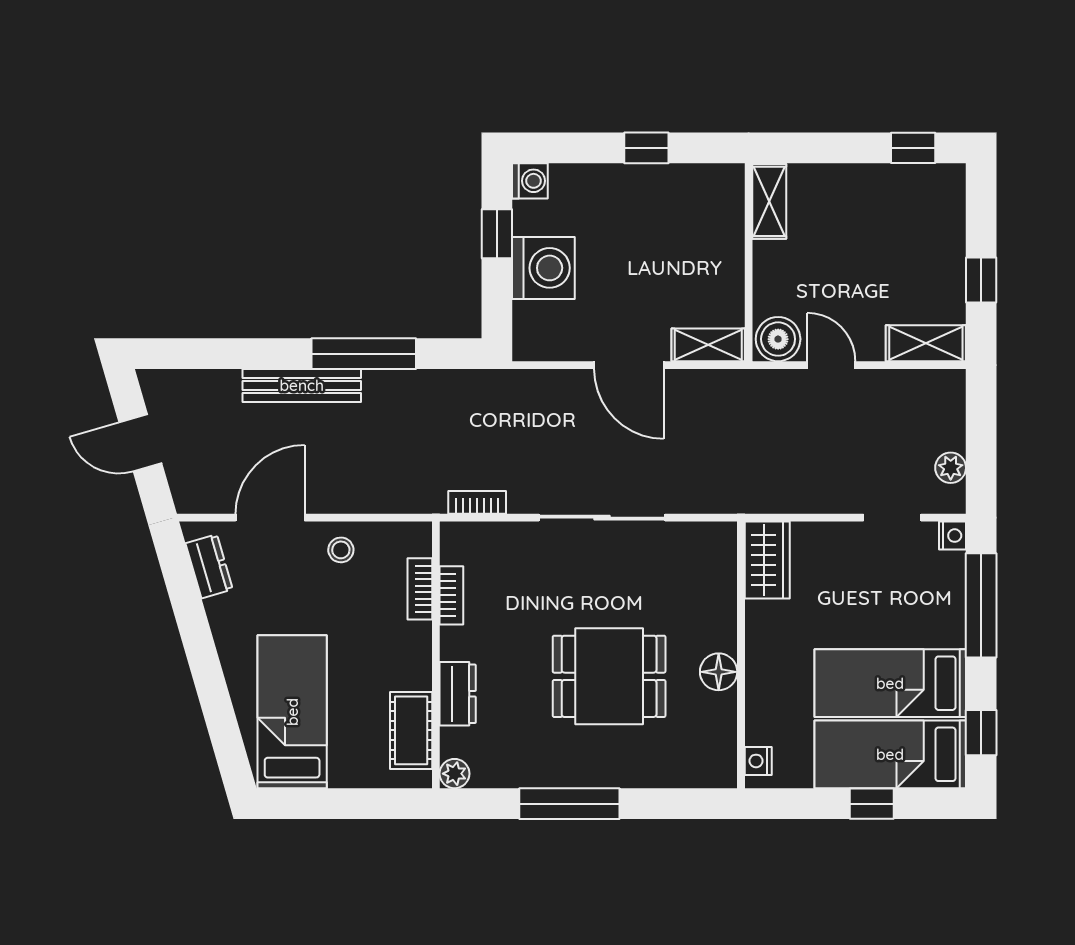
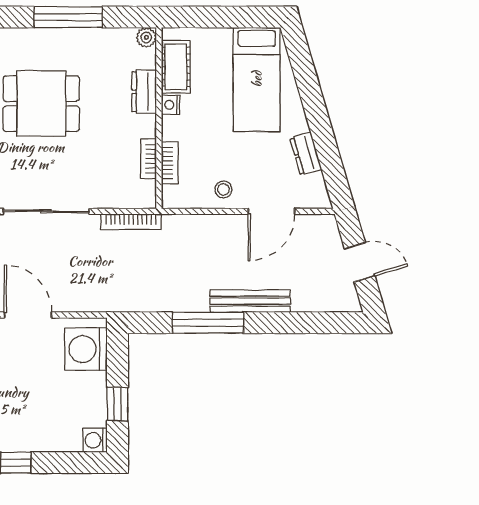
washing machine: (543, 268) -> (86, 349), moved
bookcase: (477, 502) -> (131, 222), width x1.56
dresser: (209, 566) -> (306, 154), moved
nightstand: (419, 675) -> (171, 105), added

